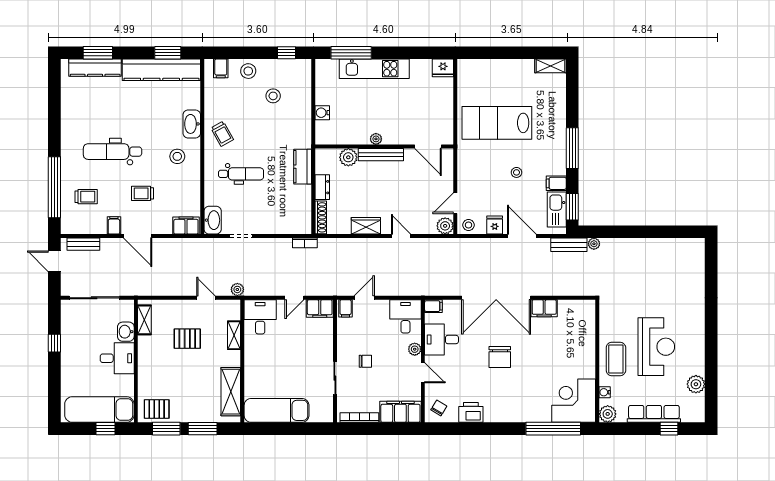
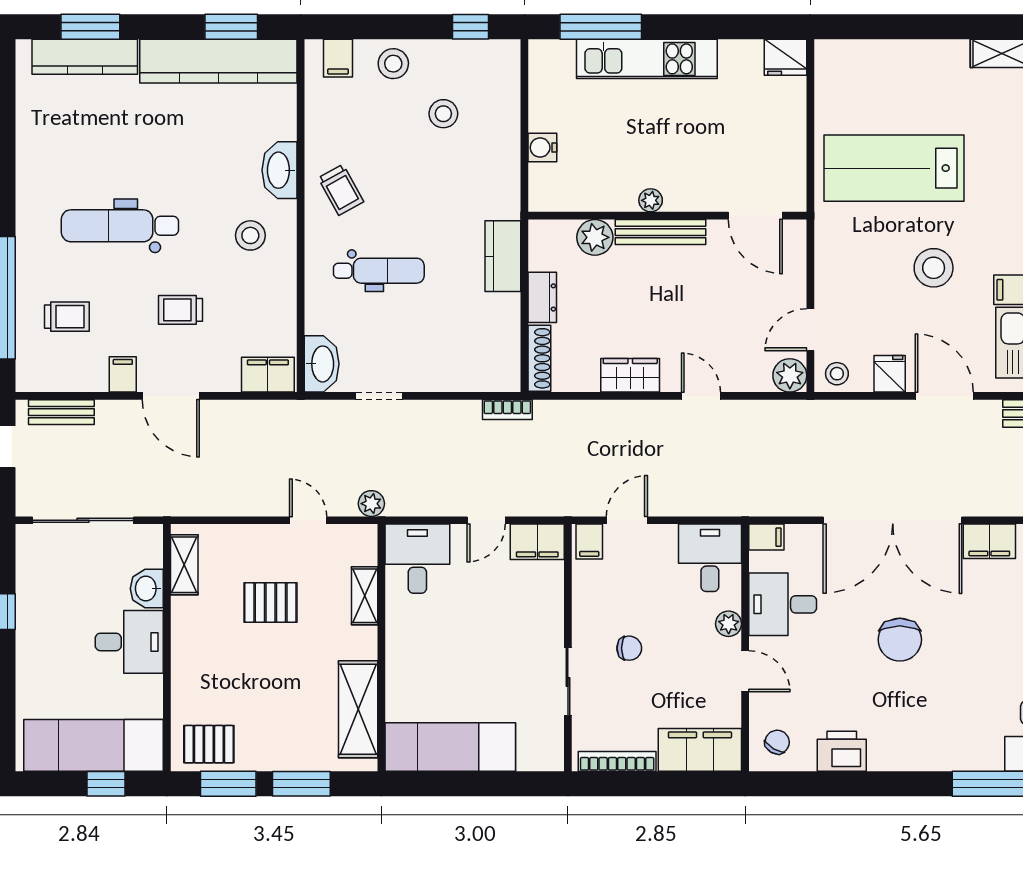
stool: (516, 172) -> (934, 268), width x1.89, depth x1.89

